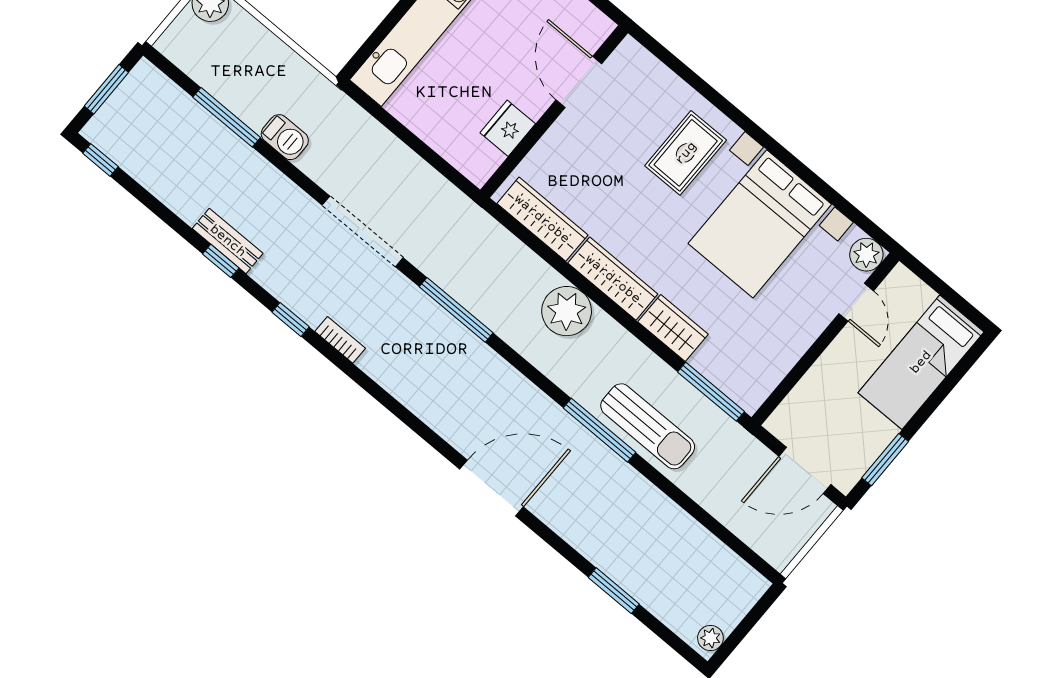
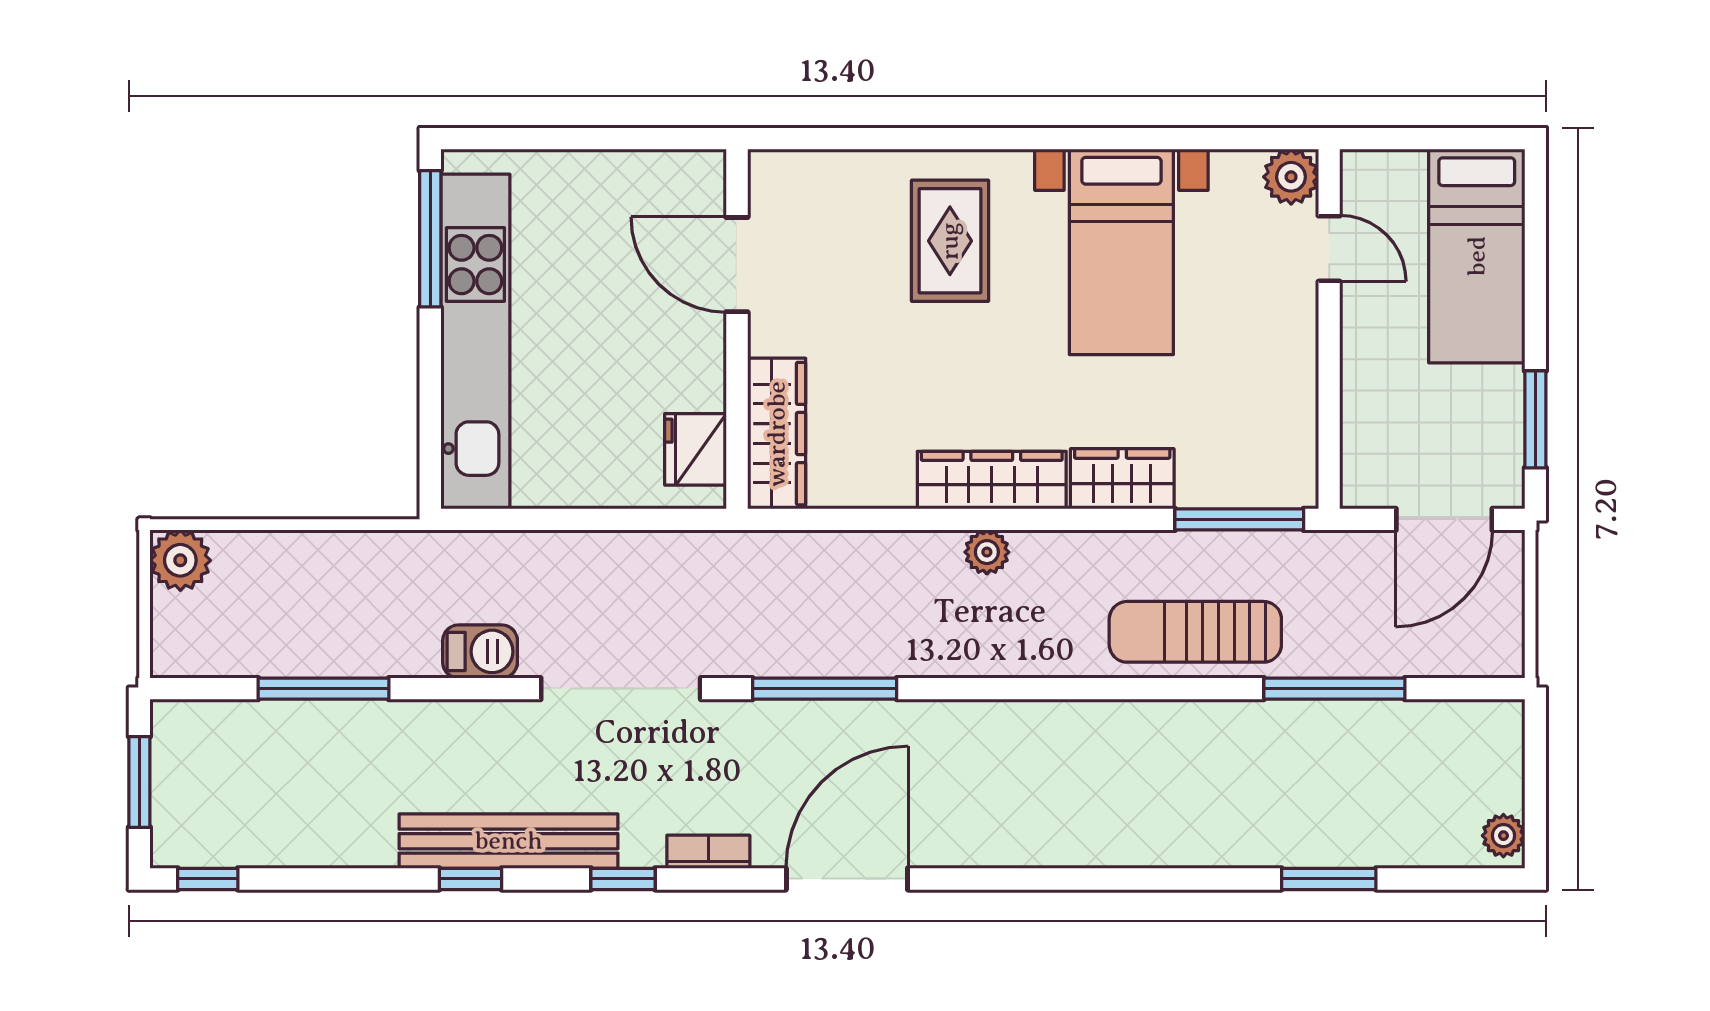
fridge: (508, 128) -> (695, 449), moved
barbecue: (285, 137) -> (480, 651), moved
wardrobe: (542, 219) -> (777, 434), moved, turned 90
bed with nightstands: (760, 224) -> (1121, 252), width x0.73
bench: (228, 241) -> (509, 841), width x1.86, depth x1.21
plant: (567, 311) -> (987, 552), width x0.53, depth x0.53
sun lounger: (648, 426) -> (1195, 632), turned 180
window: (599, 430) -> (1334, 689), moved
door: (491, 488) -> (847, 879), moved

